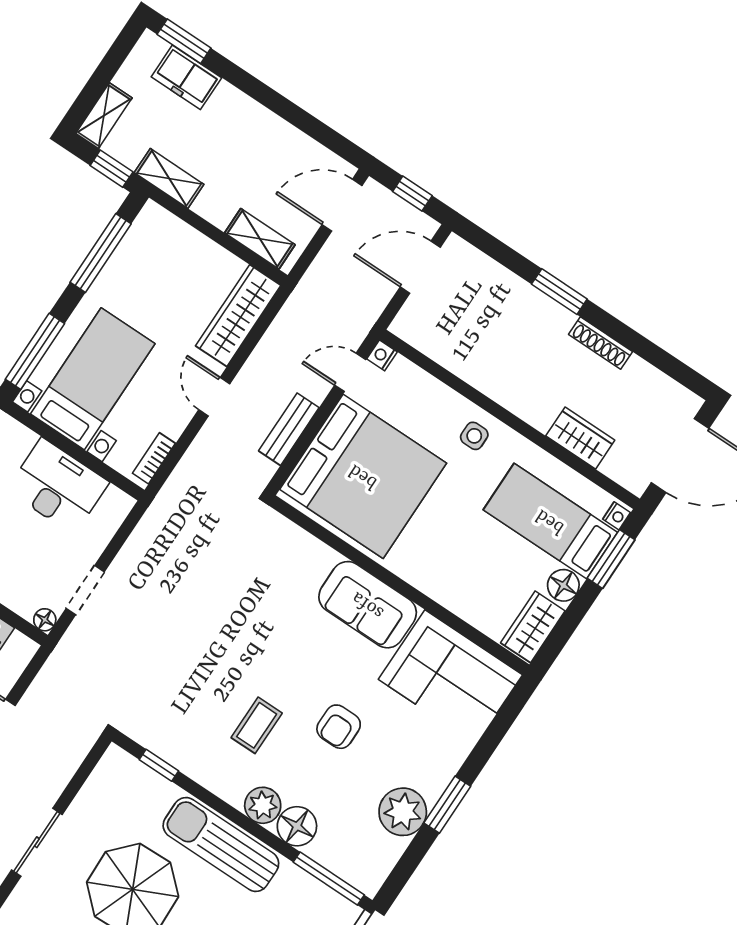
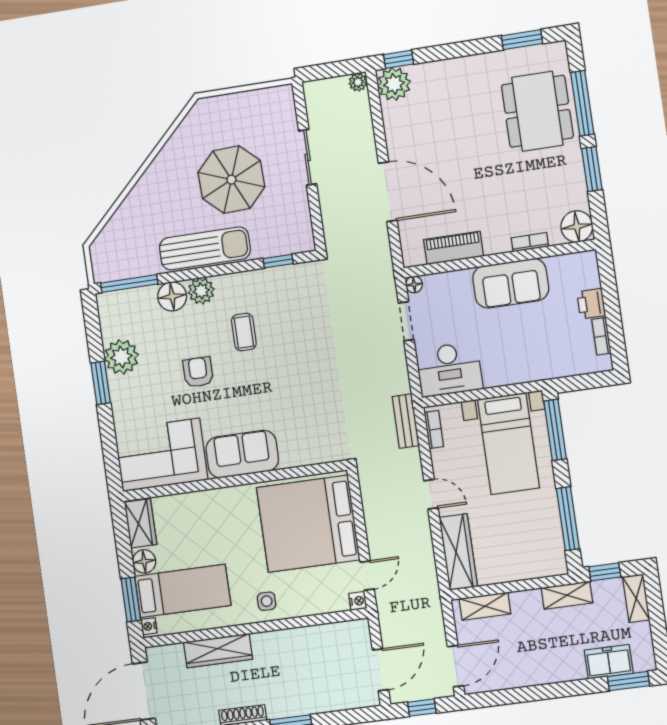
bench: (289, 429) -> (406, 421), moved
wardrobe: (580, 438) -> (218, 651), width x1.50
desk: (58, 486) -> (449, 369), moved

